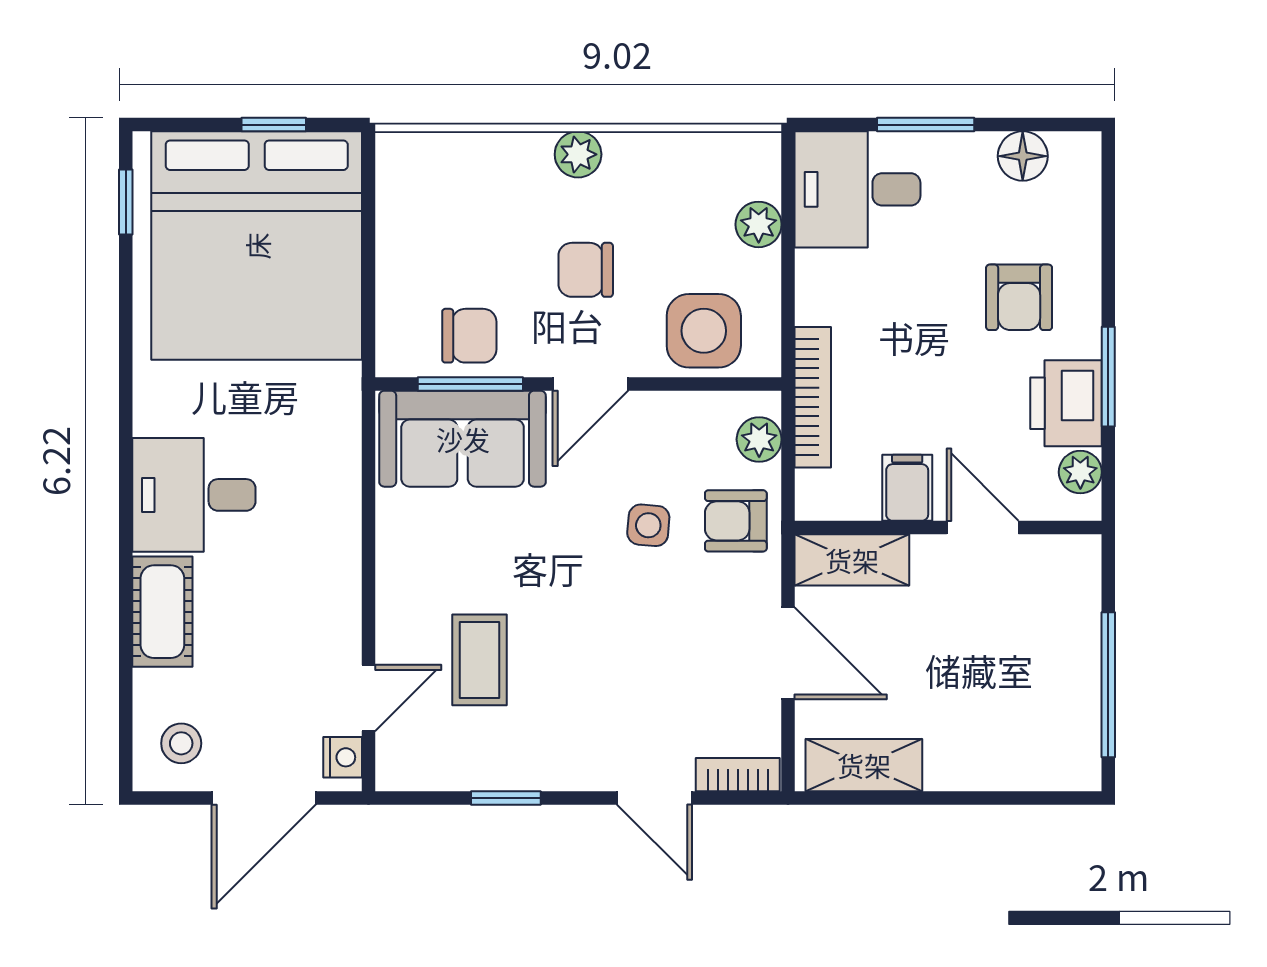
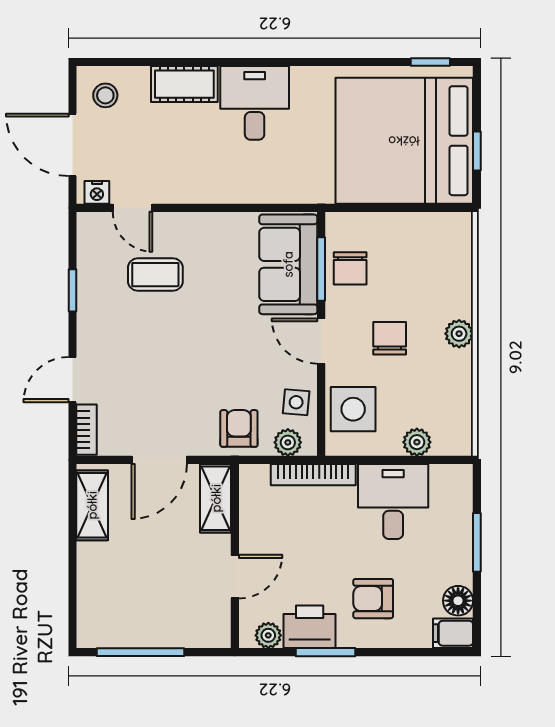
desk: (857, 189) -> (393, 502), moved
filing cabinet: (907, 488) -> (453, 633), moved, turned 180
side table: (648, 525) -> (296, 402), moved

